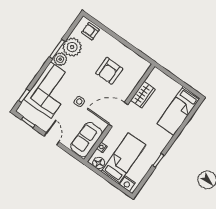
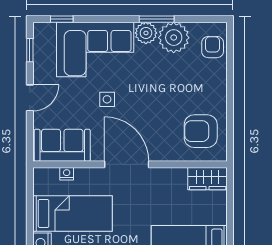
armchair: (109, 71) -> (201, 131), moved
wardrobe: (143, 95) -> (208, 179), moved
floor lamp: (99, 163) -> (42, 184), removed

